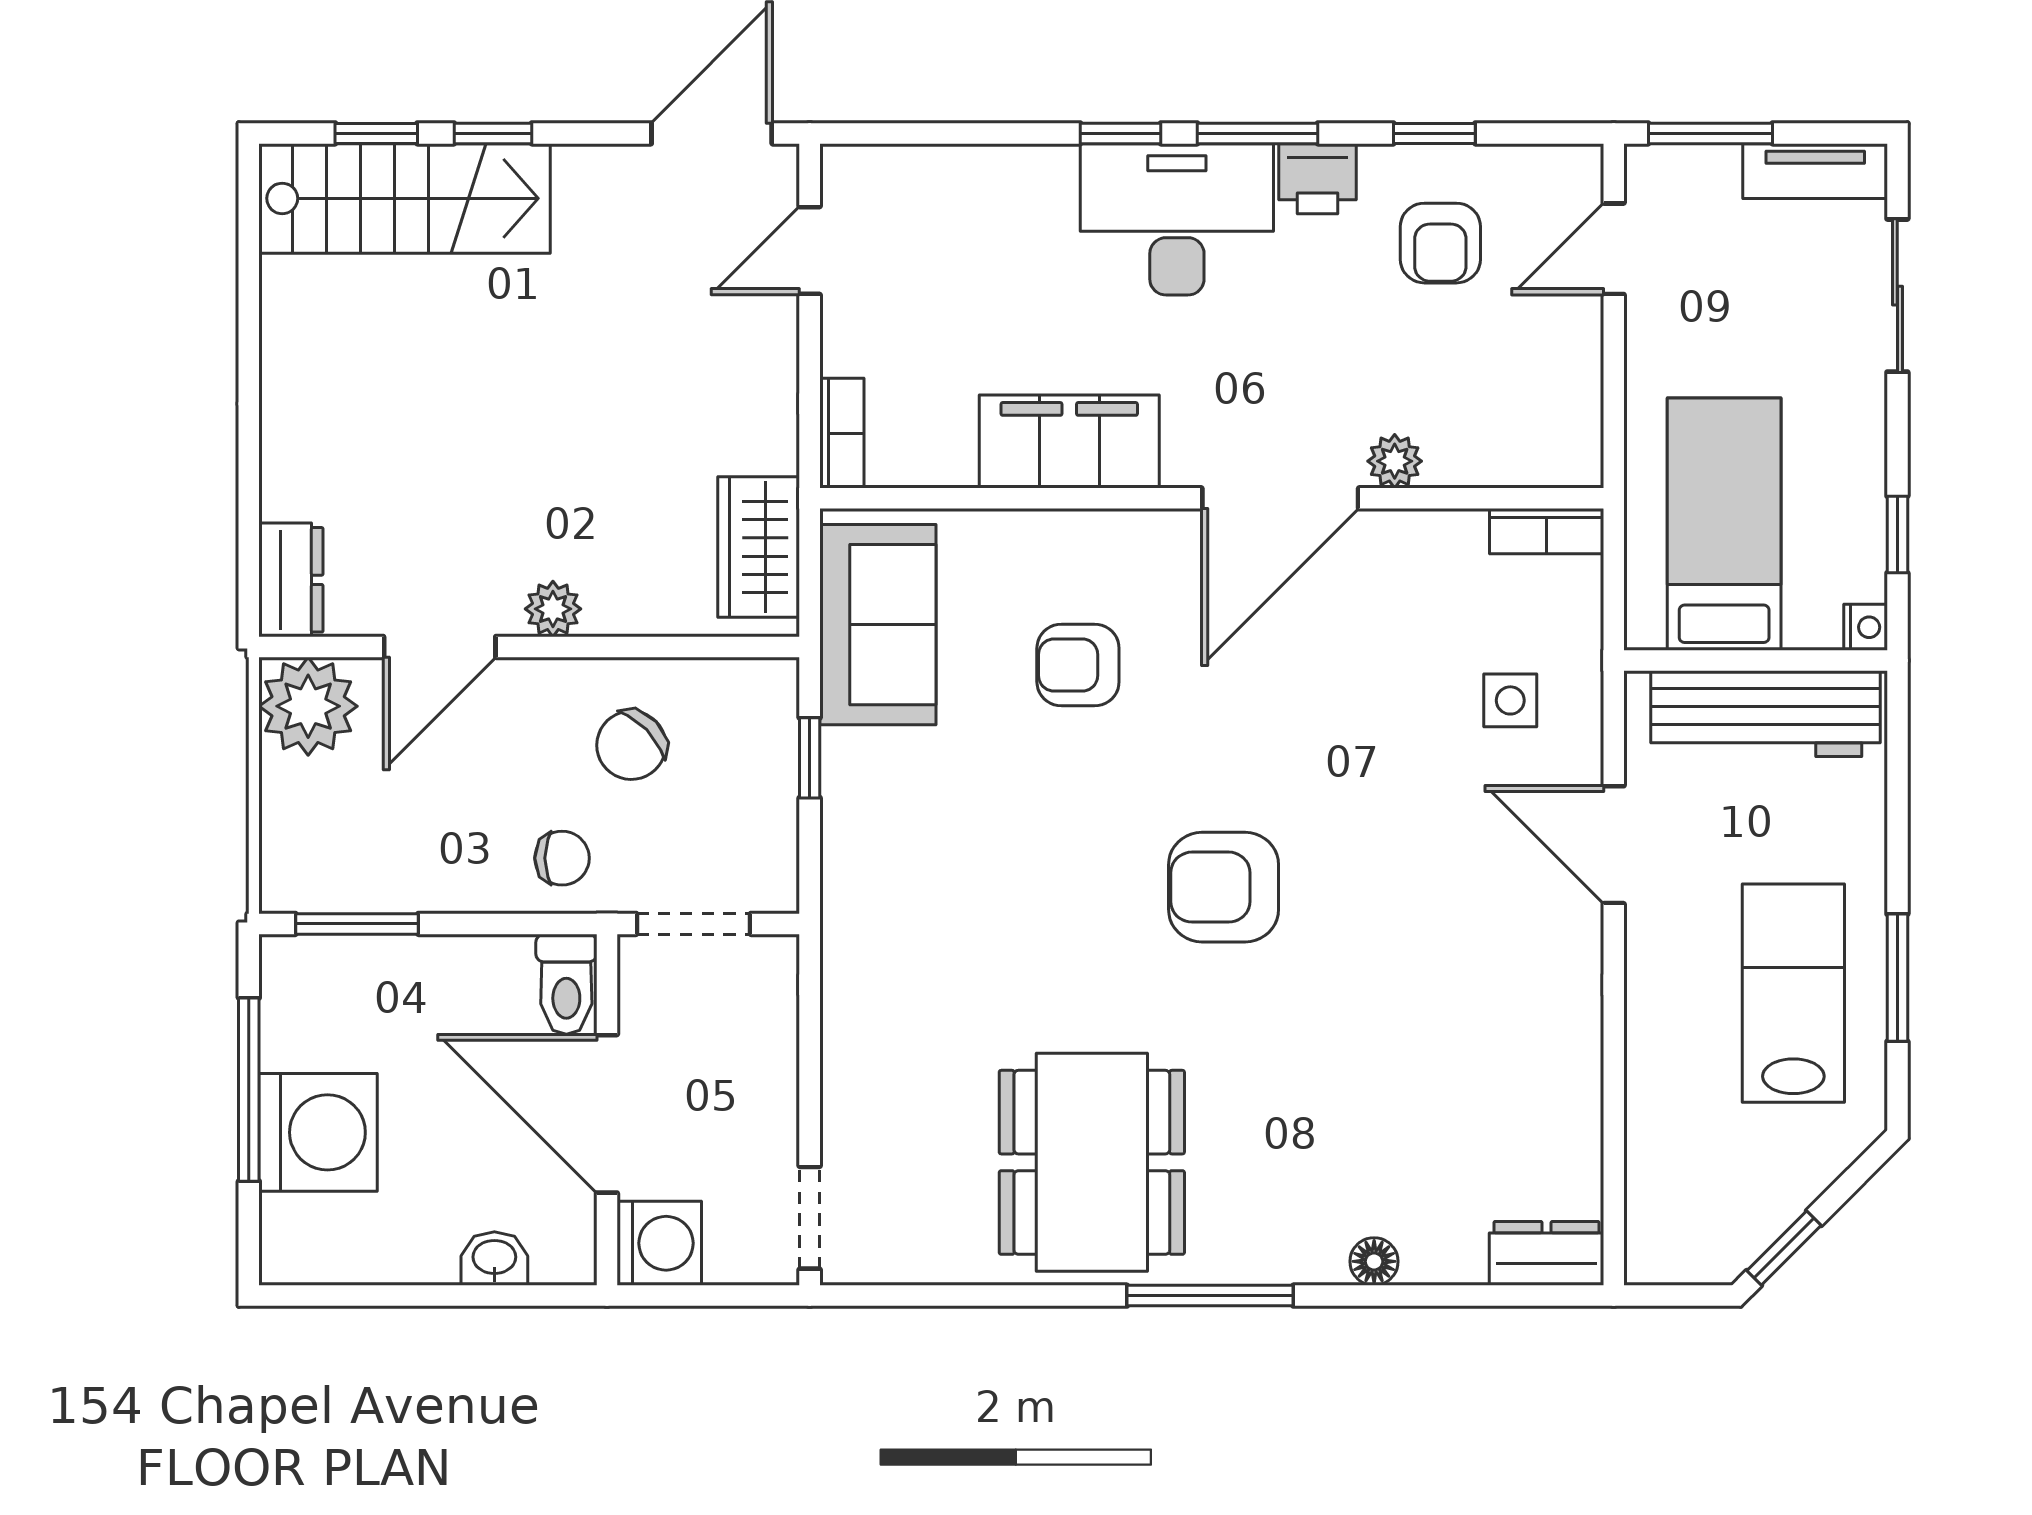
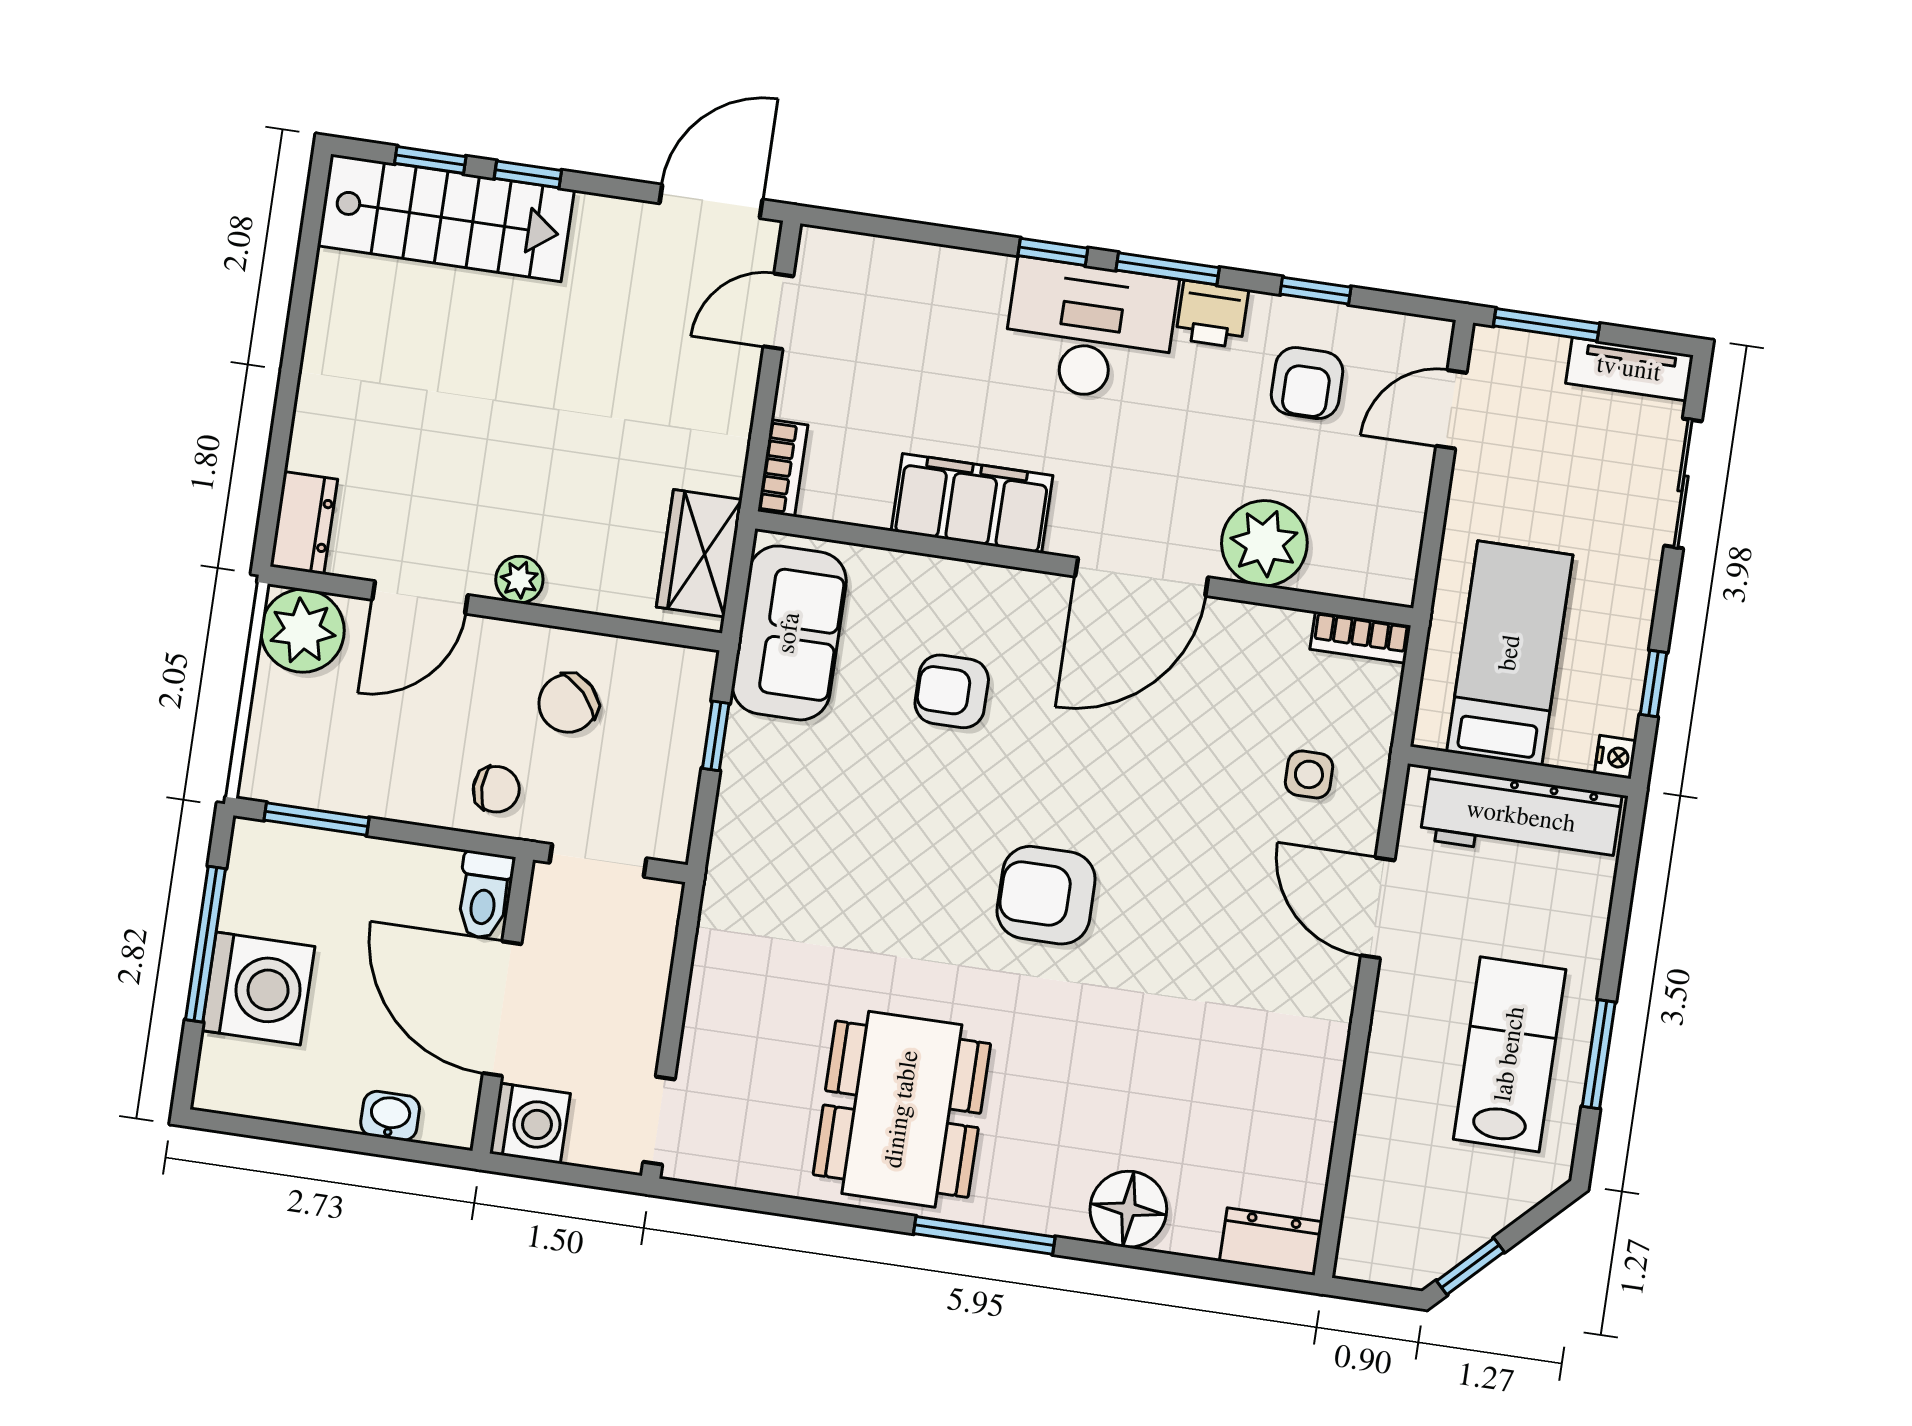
plant: (1395, 461) -> (1264, 543), width x1.88, depth x1.88
floor lamp: (1374, 1261) -> (1128, 1209), width x1.89, depth x1.89

